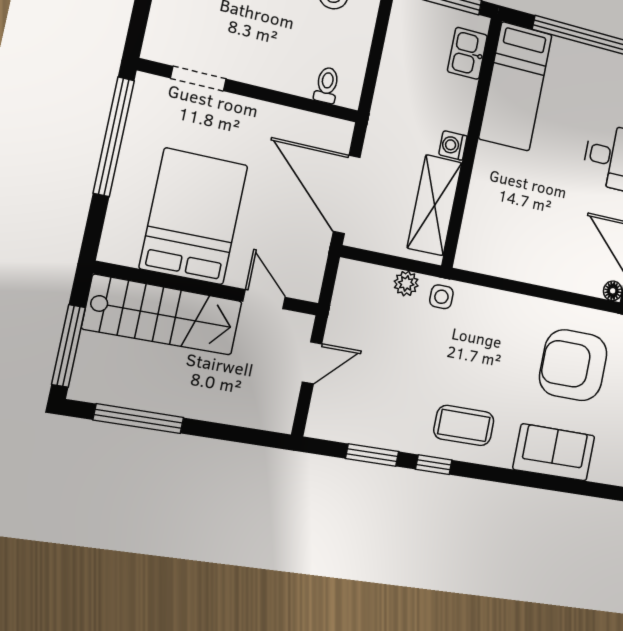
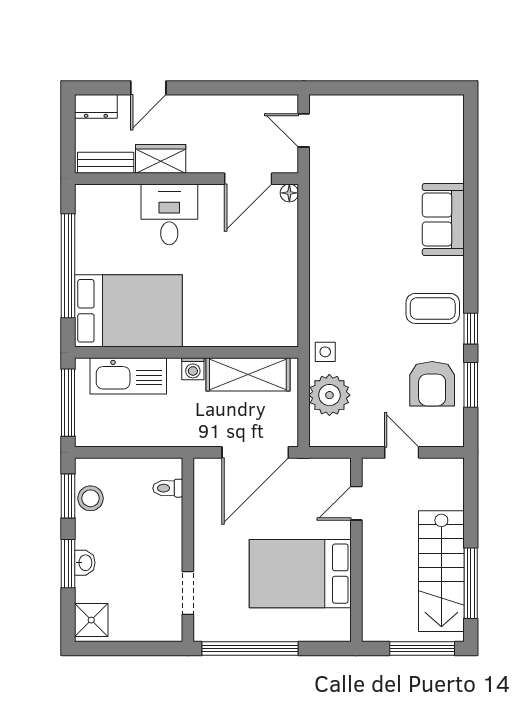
kitchen sink: (467, 53) -> (128, 376), width x1.87, depth x1.24
bed: (515, 86) -> (128, 311), width x1.50
plant: (406, 283) -> (329, 395), width x1.88, depth x1.88
stairs: (163, 315) -> (441, 571), moved, turned 180
armchair: (573, 365) -> (432, 384), moved, width x0.73, depth x0.73
coffee table: (464, 425) -> (433, 308), turned 90

